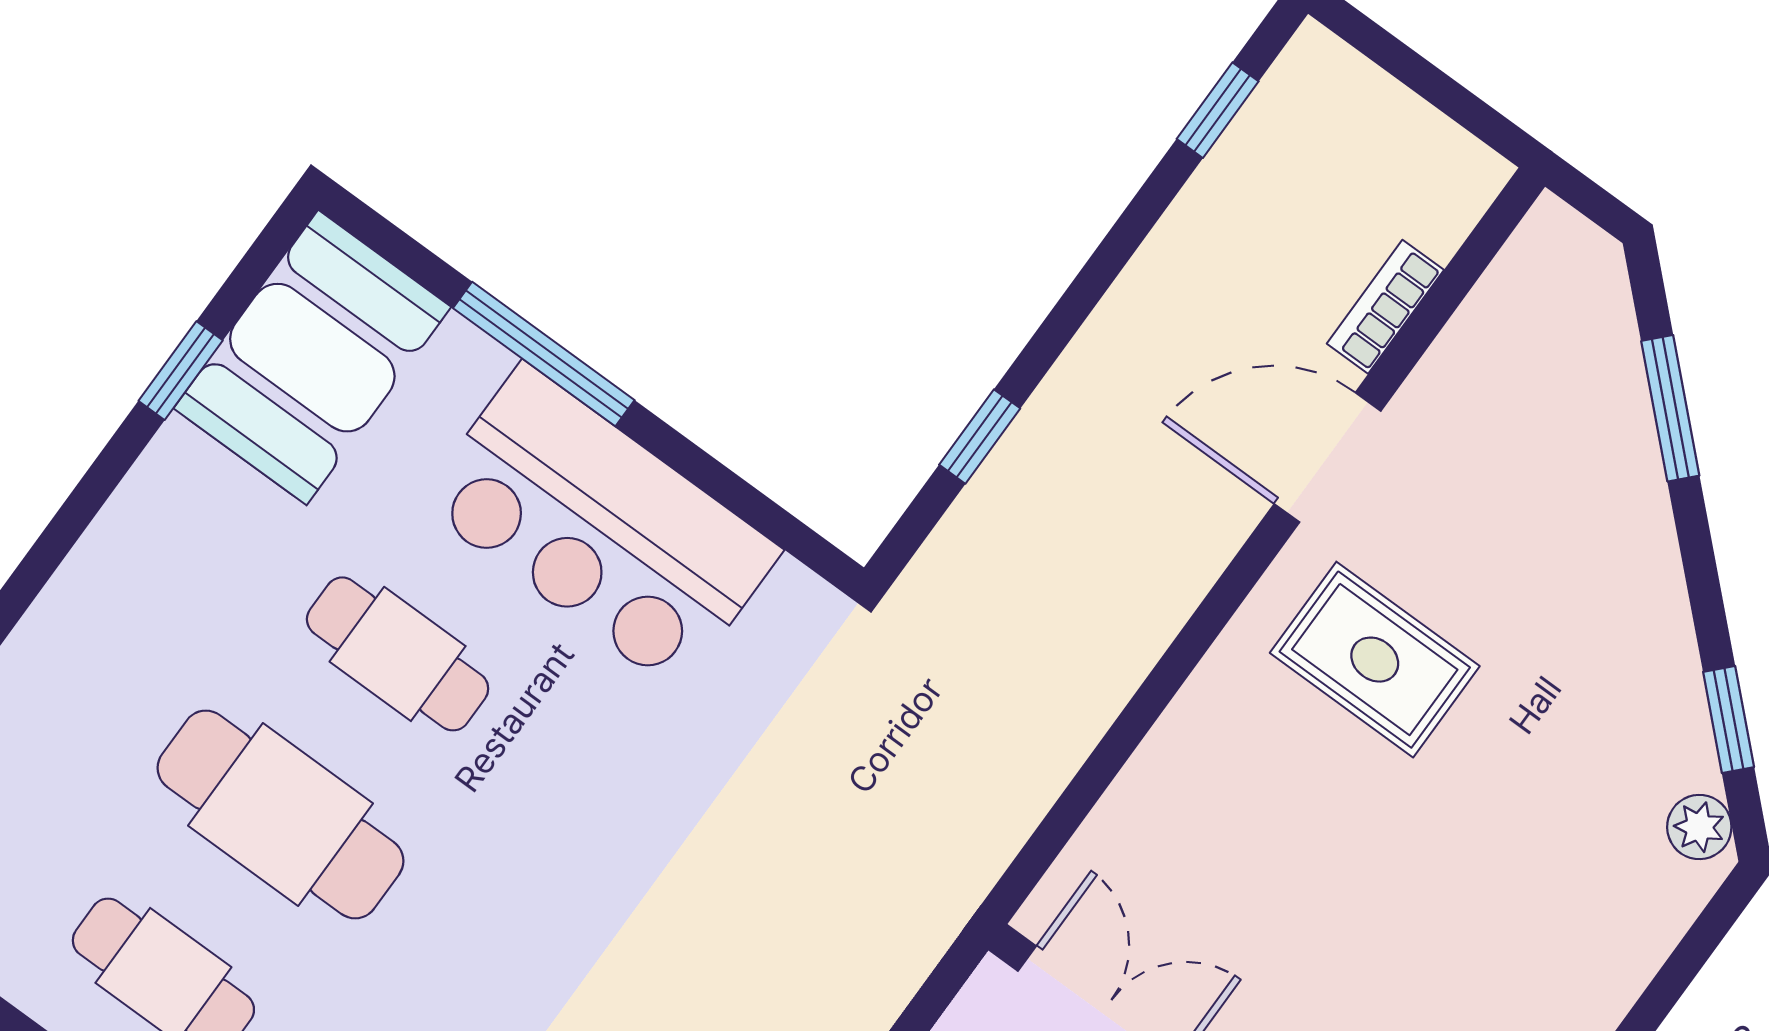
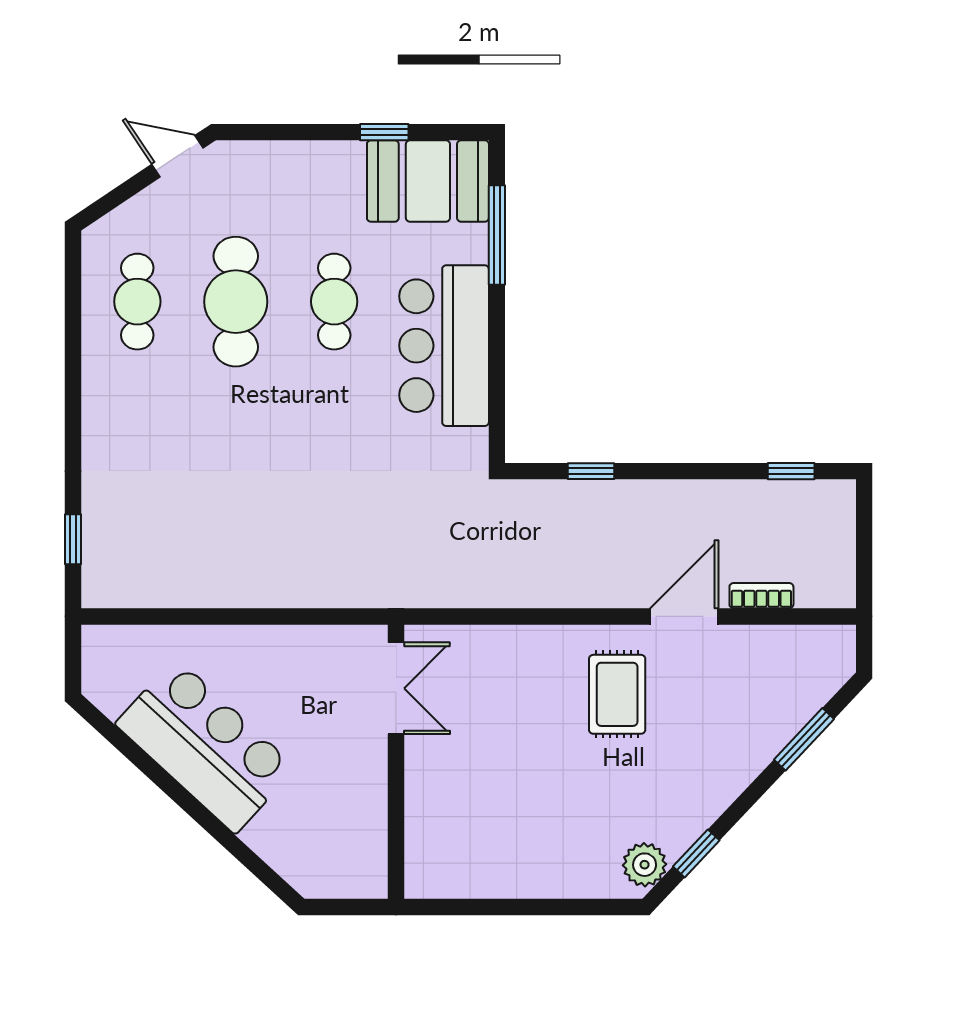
window: (544, 354) -> (497, 235), moved
door: (1328, 457) -> (684, 616), hinge flipped
plant: (1699, 827) -> (645, 865), width x1.38, depth x1.38

